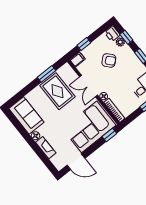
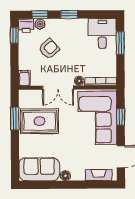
window: (84, 44) -> (14, 36), moved
window: (109, 135) -> (121, 117), moved
fireplace: (46, 148) -> (99, 175), moved

